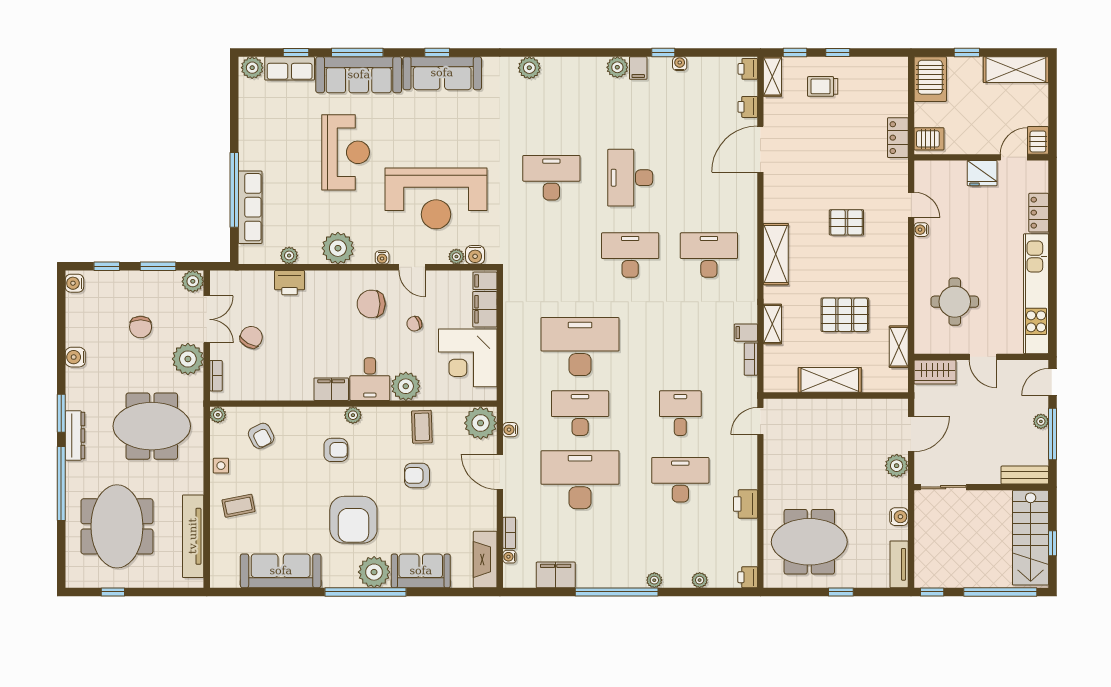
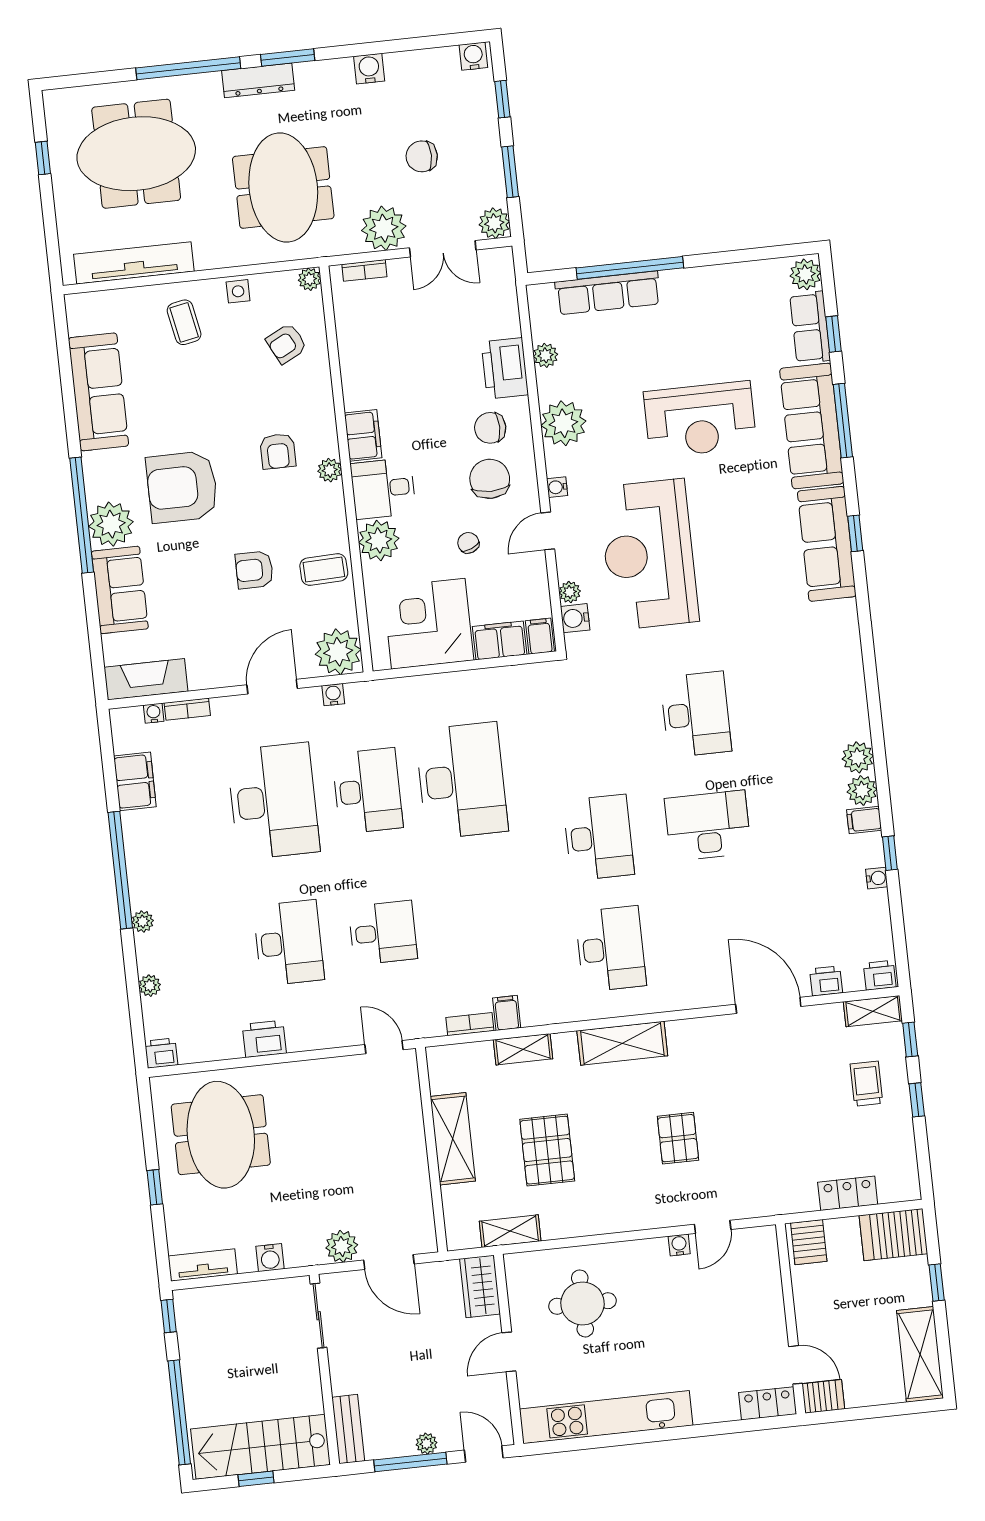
plant: (529, 68) -> (858, 757), moved
locker: (898, 138) -> (848, 1193), moved
fridge: (982, 173) -> (768, 1322), removed
locker: (1039, 213) -> (768, 1403), moved
printer: (290, 283) -> (505, 368), width x1.37, depth x1.19
chair: (251, 337) -> (490, 428), moved, turned 151
armchair: (417, 475) -> (254, 570), turned -90

